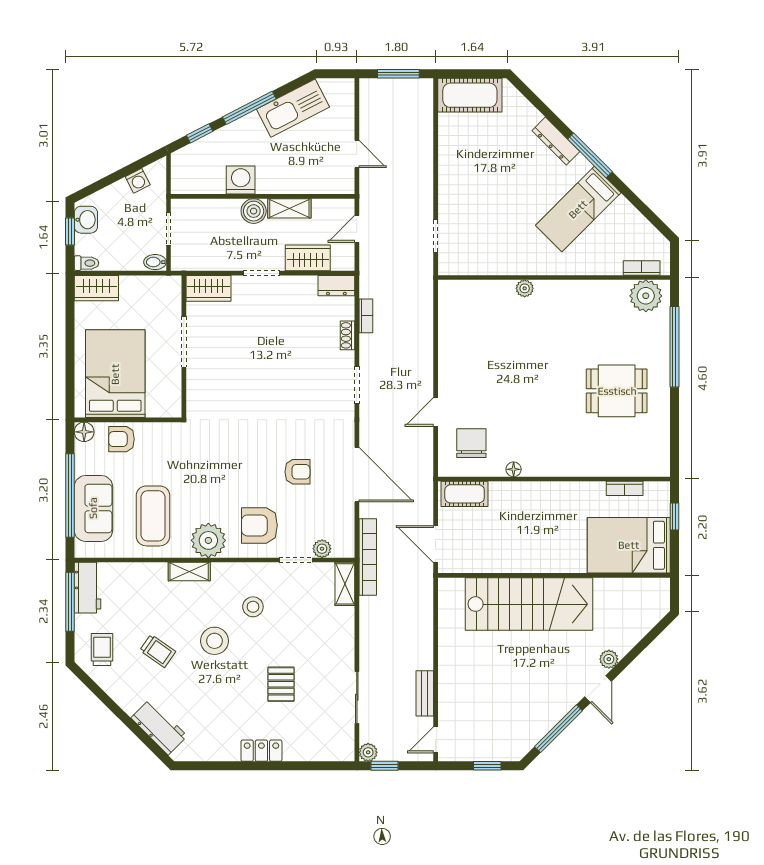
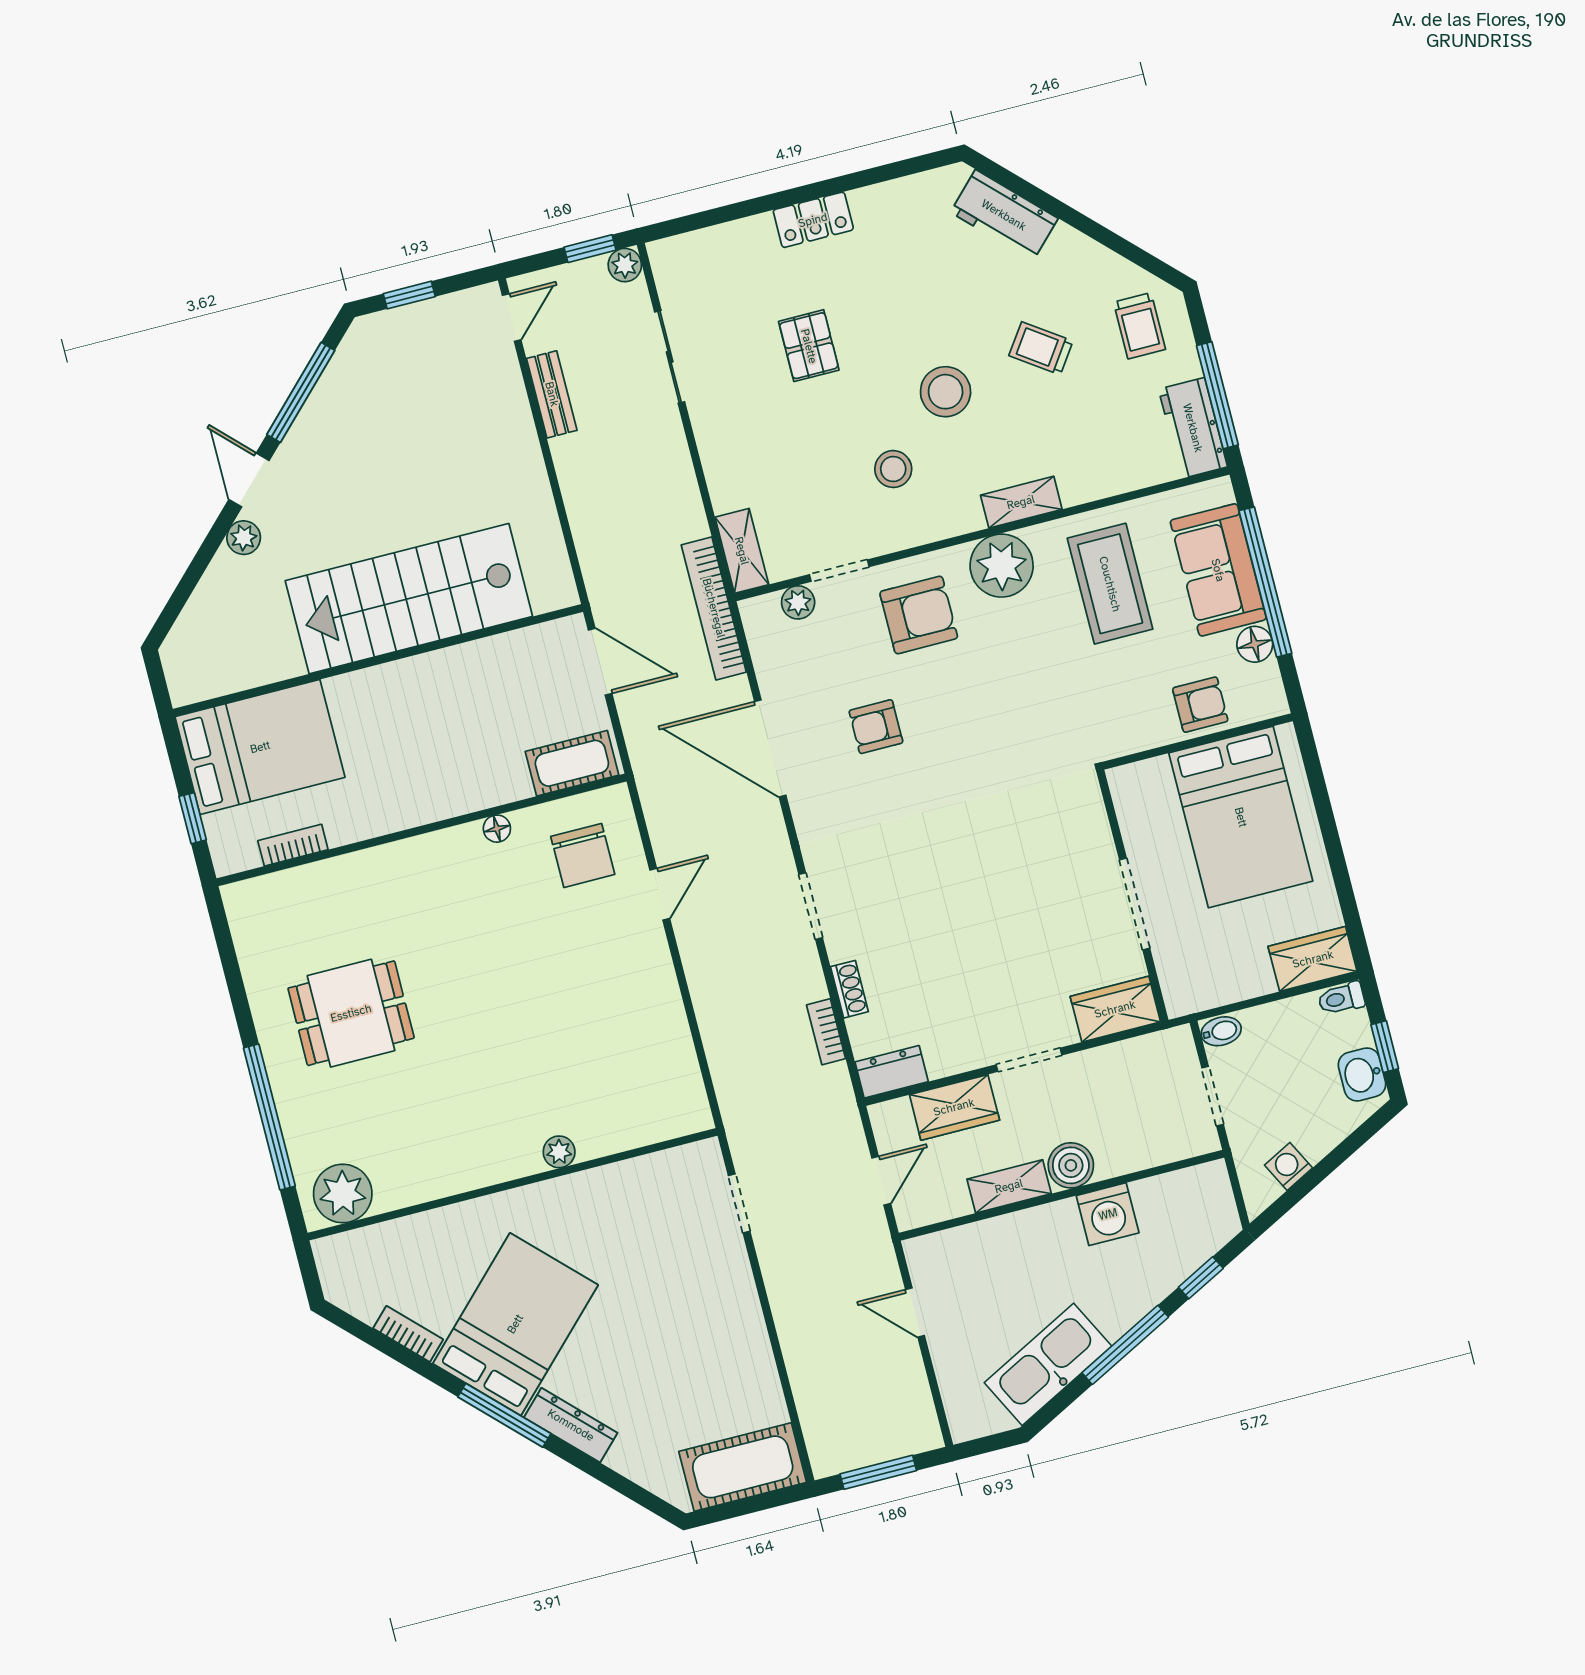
bed: (578, 209) -> (515, 1324), width x1.50
bookcase: (642, 268) -> (408, 1334), moved, turned -135
floor lamp: (84, 432) -> (1255, 644), moved

